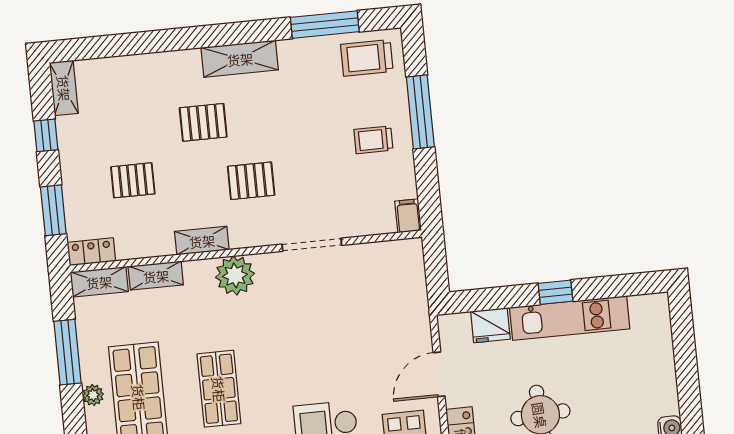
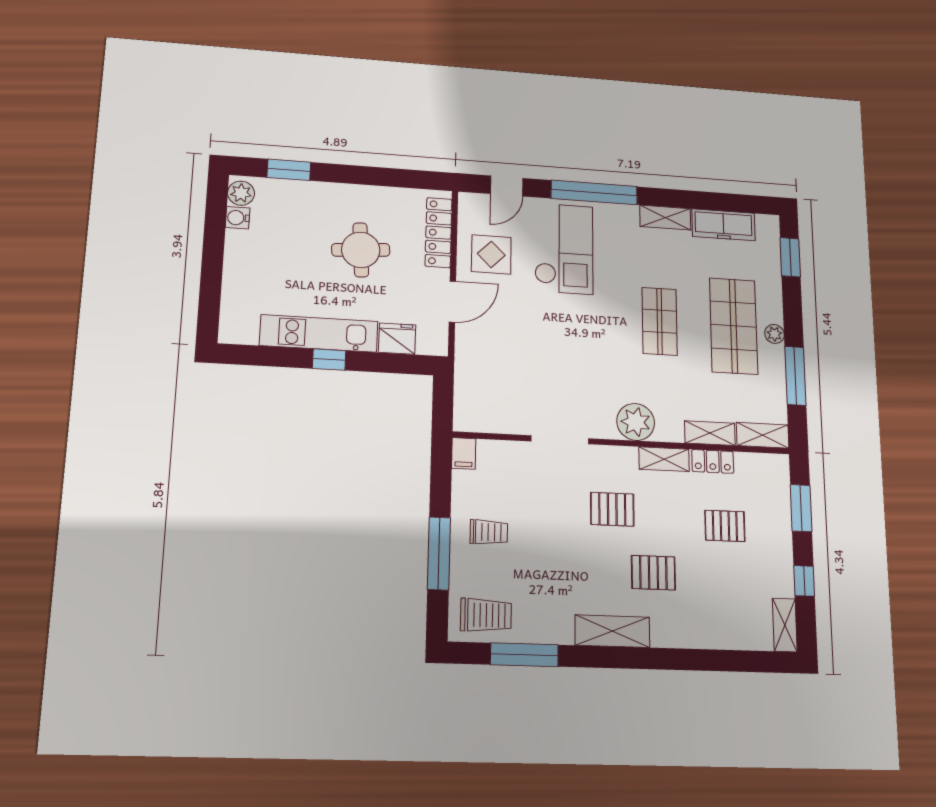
locker: (91, 252) -> (713, 461), moved

